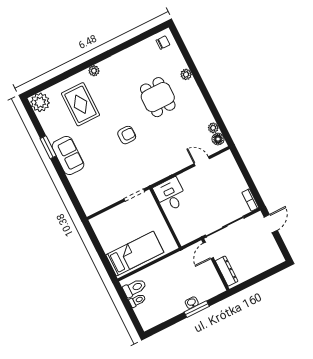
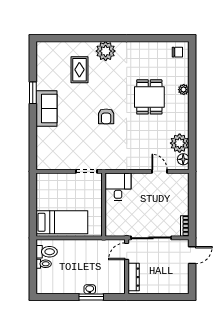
plant: (94, 71) -> (106, 51), width x1.87, depth x1.87
plant: (40, 102) -> (45, 51), removed
rug: (80, 104) -> (79, 70), width x0.73, depth x0.70
plant: (213, 128) -> (180, 143), width x1.88, depth x1.88
armchair: (127, 135) -> (106, 116), turned 90

